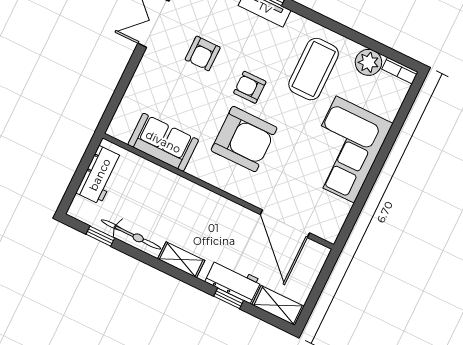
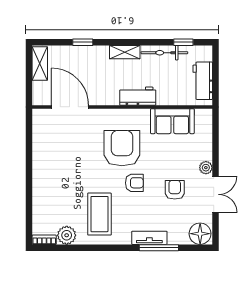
plant: (149, 62) -> (206, 168), added
armchair: (244, 139) -> (122, 148), turned 90
corner sofa: (345, 149) -> (55, 173), removed
workbench: (233, 281) -> (138, 96), moved, turned 180
shelving: (278, 305) -> (40, 64), moved, turned 90

